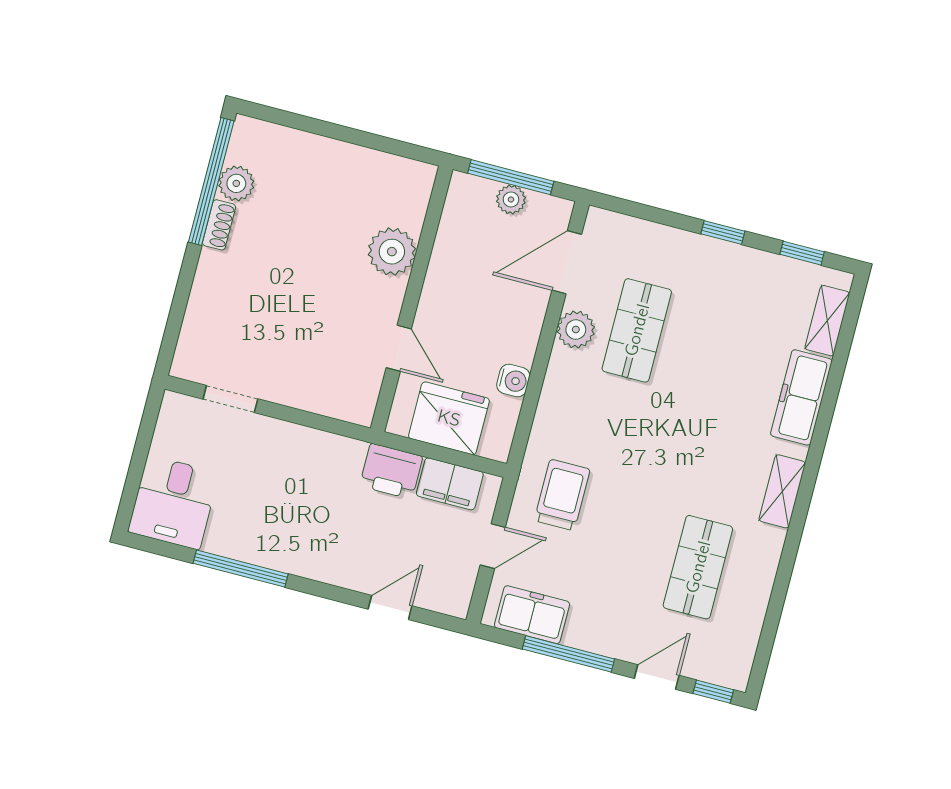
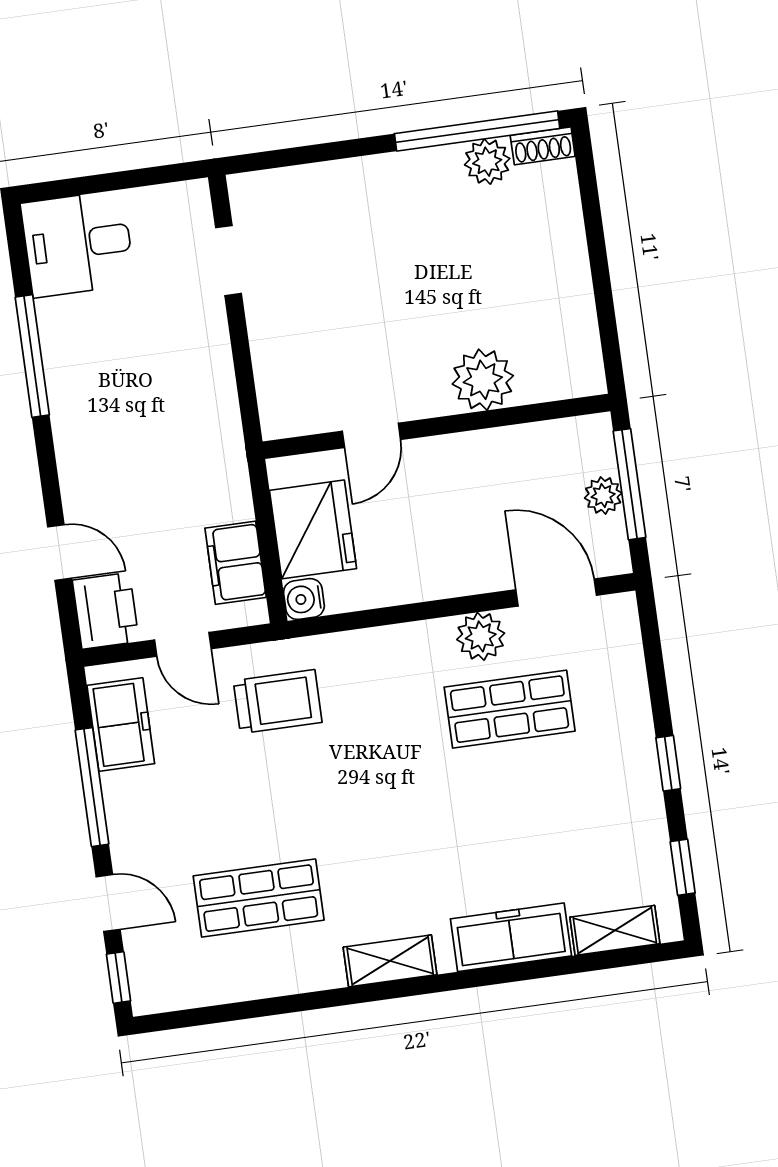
shoe rack: (219, 225) -> (543, 146), moved
water cooler: (513, 381) -> (304, 599), moved, turned 90
printer: (391, 471) -> (106, 611), moved, turned 180

